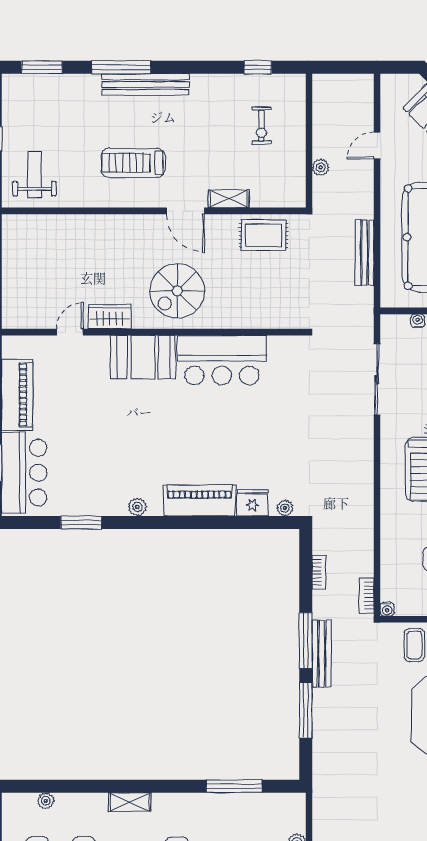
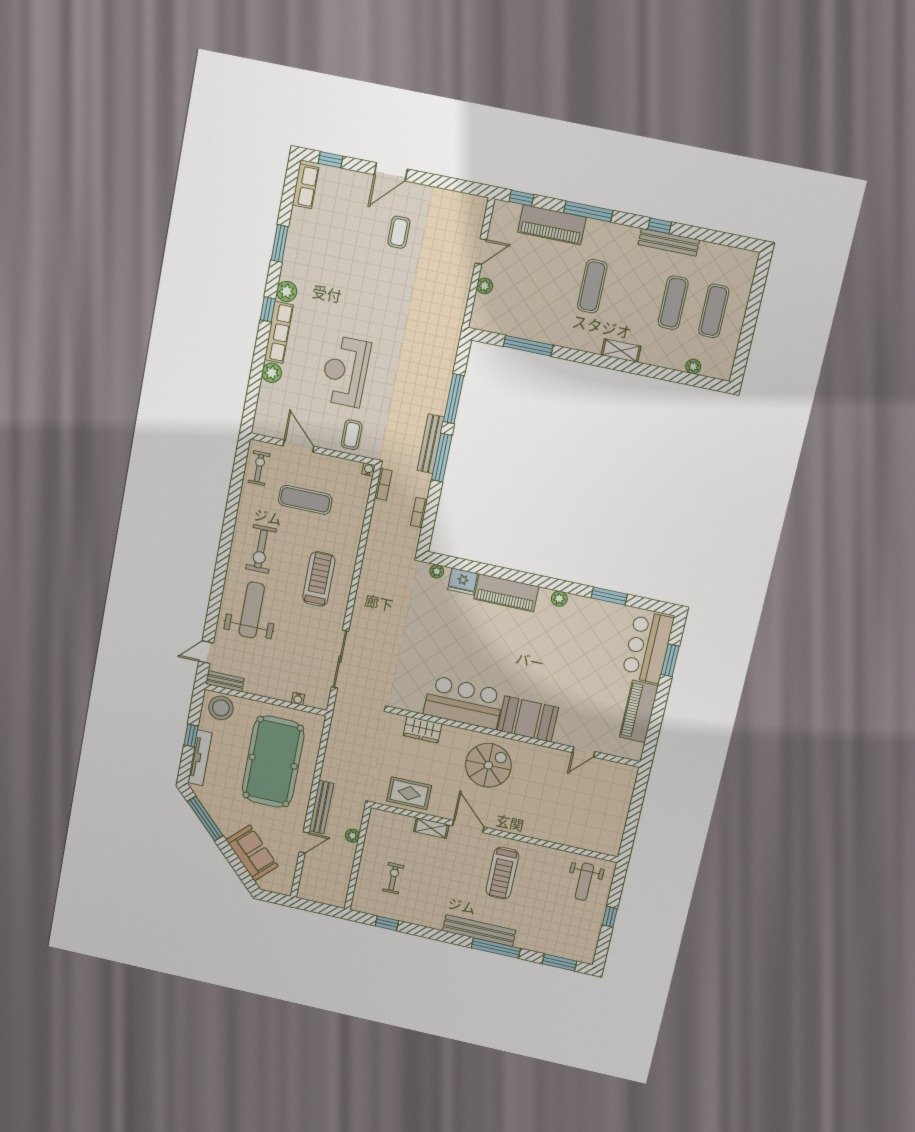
treadmill: (133, 163) -> (502, 873), turned 90
bench: (365, 253) -> (321, 807), moved
wardrobe: (110, 317) -> (423, 730), moved

